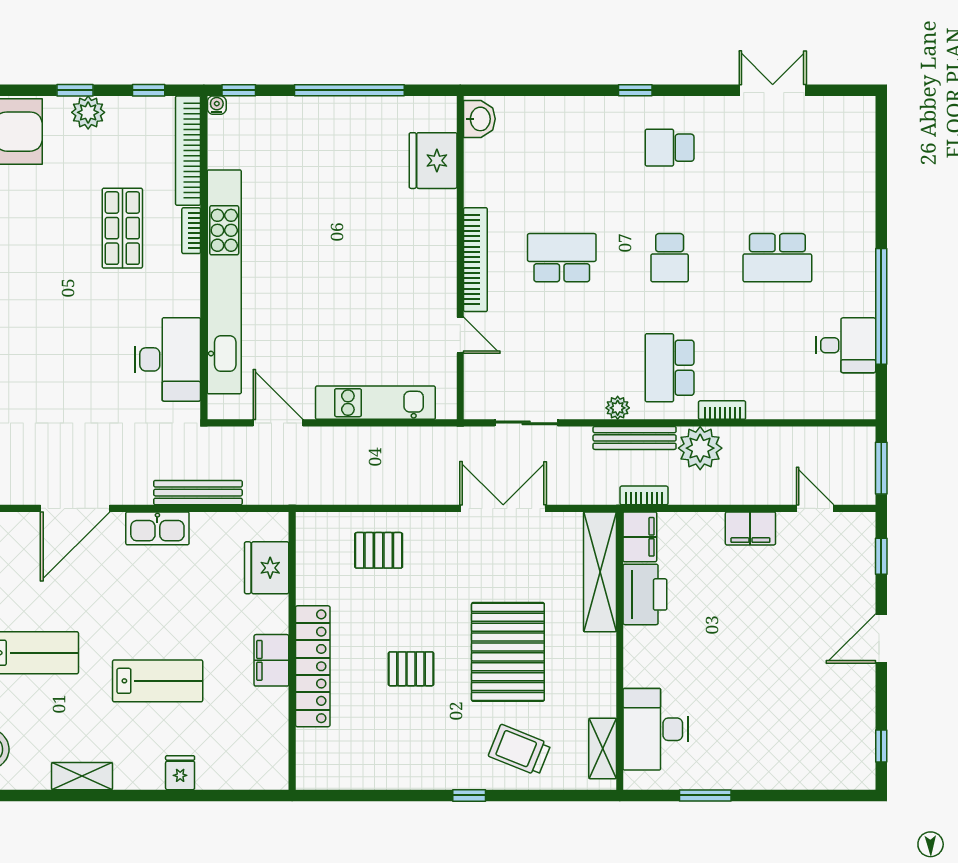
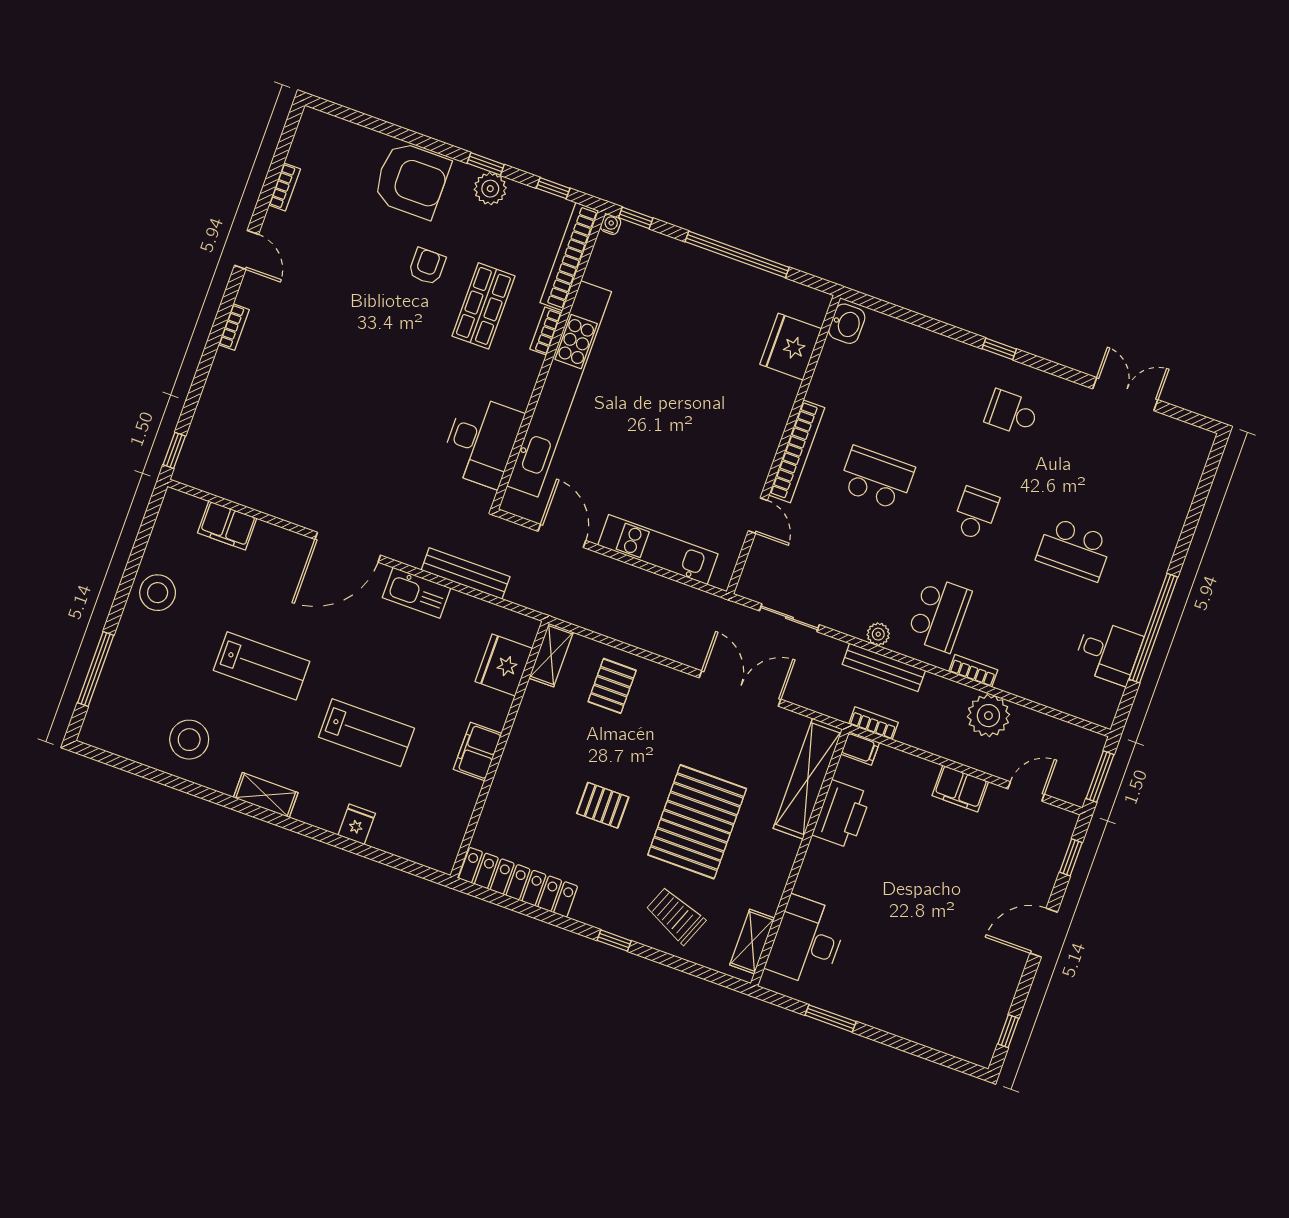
armchair: (54, 209) -> (427, 266), added
school desk: (670, 258) -> (975, 514), turned 180
school desk: (670, 368) -> (939, 615), turned 180
plant: (700, 448) -> (988, 716), moved
door: (815, 508) -> (1026, 792), hinge flipped
filing cabinet: (640, 537) -> (860, 748), width x0.50
shelving: (309, 542) -> (551, 655), added
pallet: (379, 550) -> (612, 686), turned 90
locker: (313, 666) -> (518, 882), moved, turned -90

